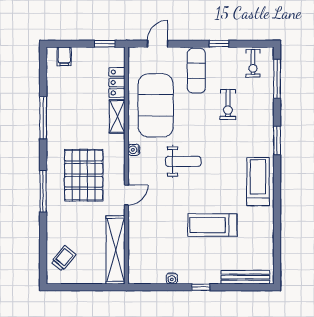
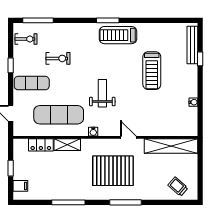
window: (105, 44) -> (11, 168), moved
exercise mat: (156, 105) -> (59, 115), width x0.68
window: (277, 140) -> (108, 20), moved
window: (201, 287) -> (200, 59), moved

